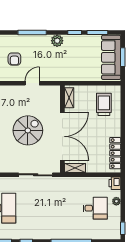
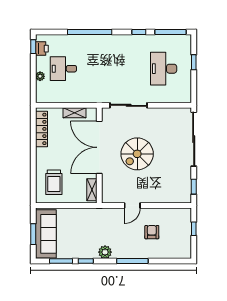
shelving: (75, 168) -> (74, 113), moved
printer: (115, 183) -> (42, 49), moved

